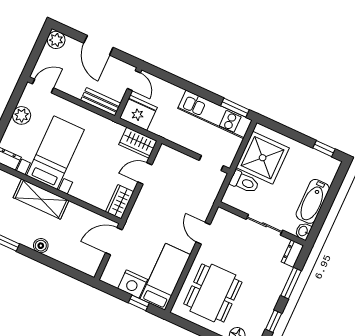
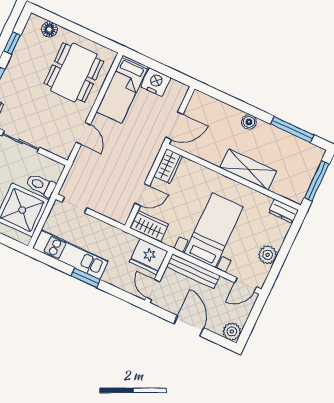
bench: (101, 102) -> (193, 271), width x1.36
window: (235, 108) -> (86, 278), moved
bed with nightstands: (55, 153) -> (214, 230), moved, turned 180
window: (139, 303) -> (149, 63), removed

